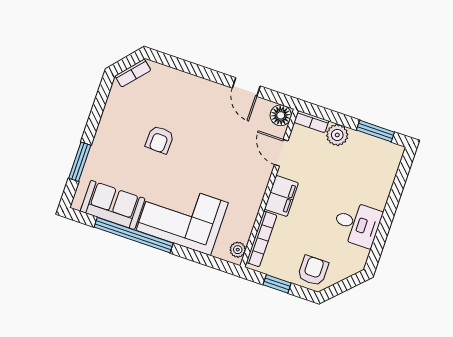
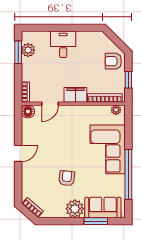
door: (246, 87) -> (18, 153), moved
plant: (337, 135) -> (28, 50), moved
plant: (109, 136) -> (75, 209), added
armchair: (160, 140) -> (67, 178), turned -85
sofa: (113, 205) -> (103, 207), moved, turned 90
desk: (357, 224) -> (63, 44), moved

